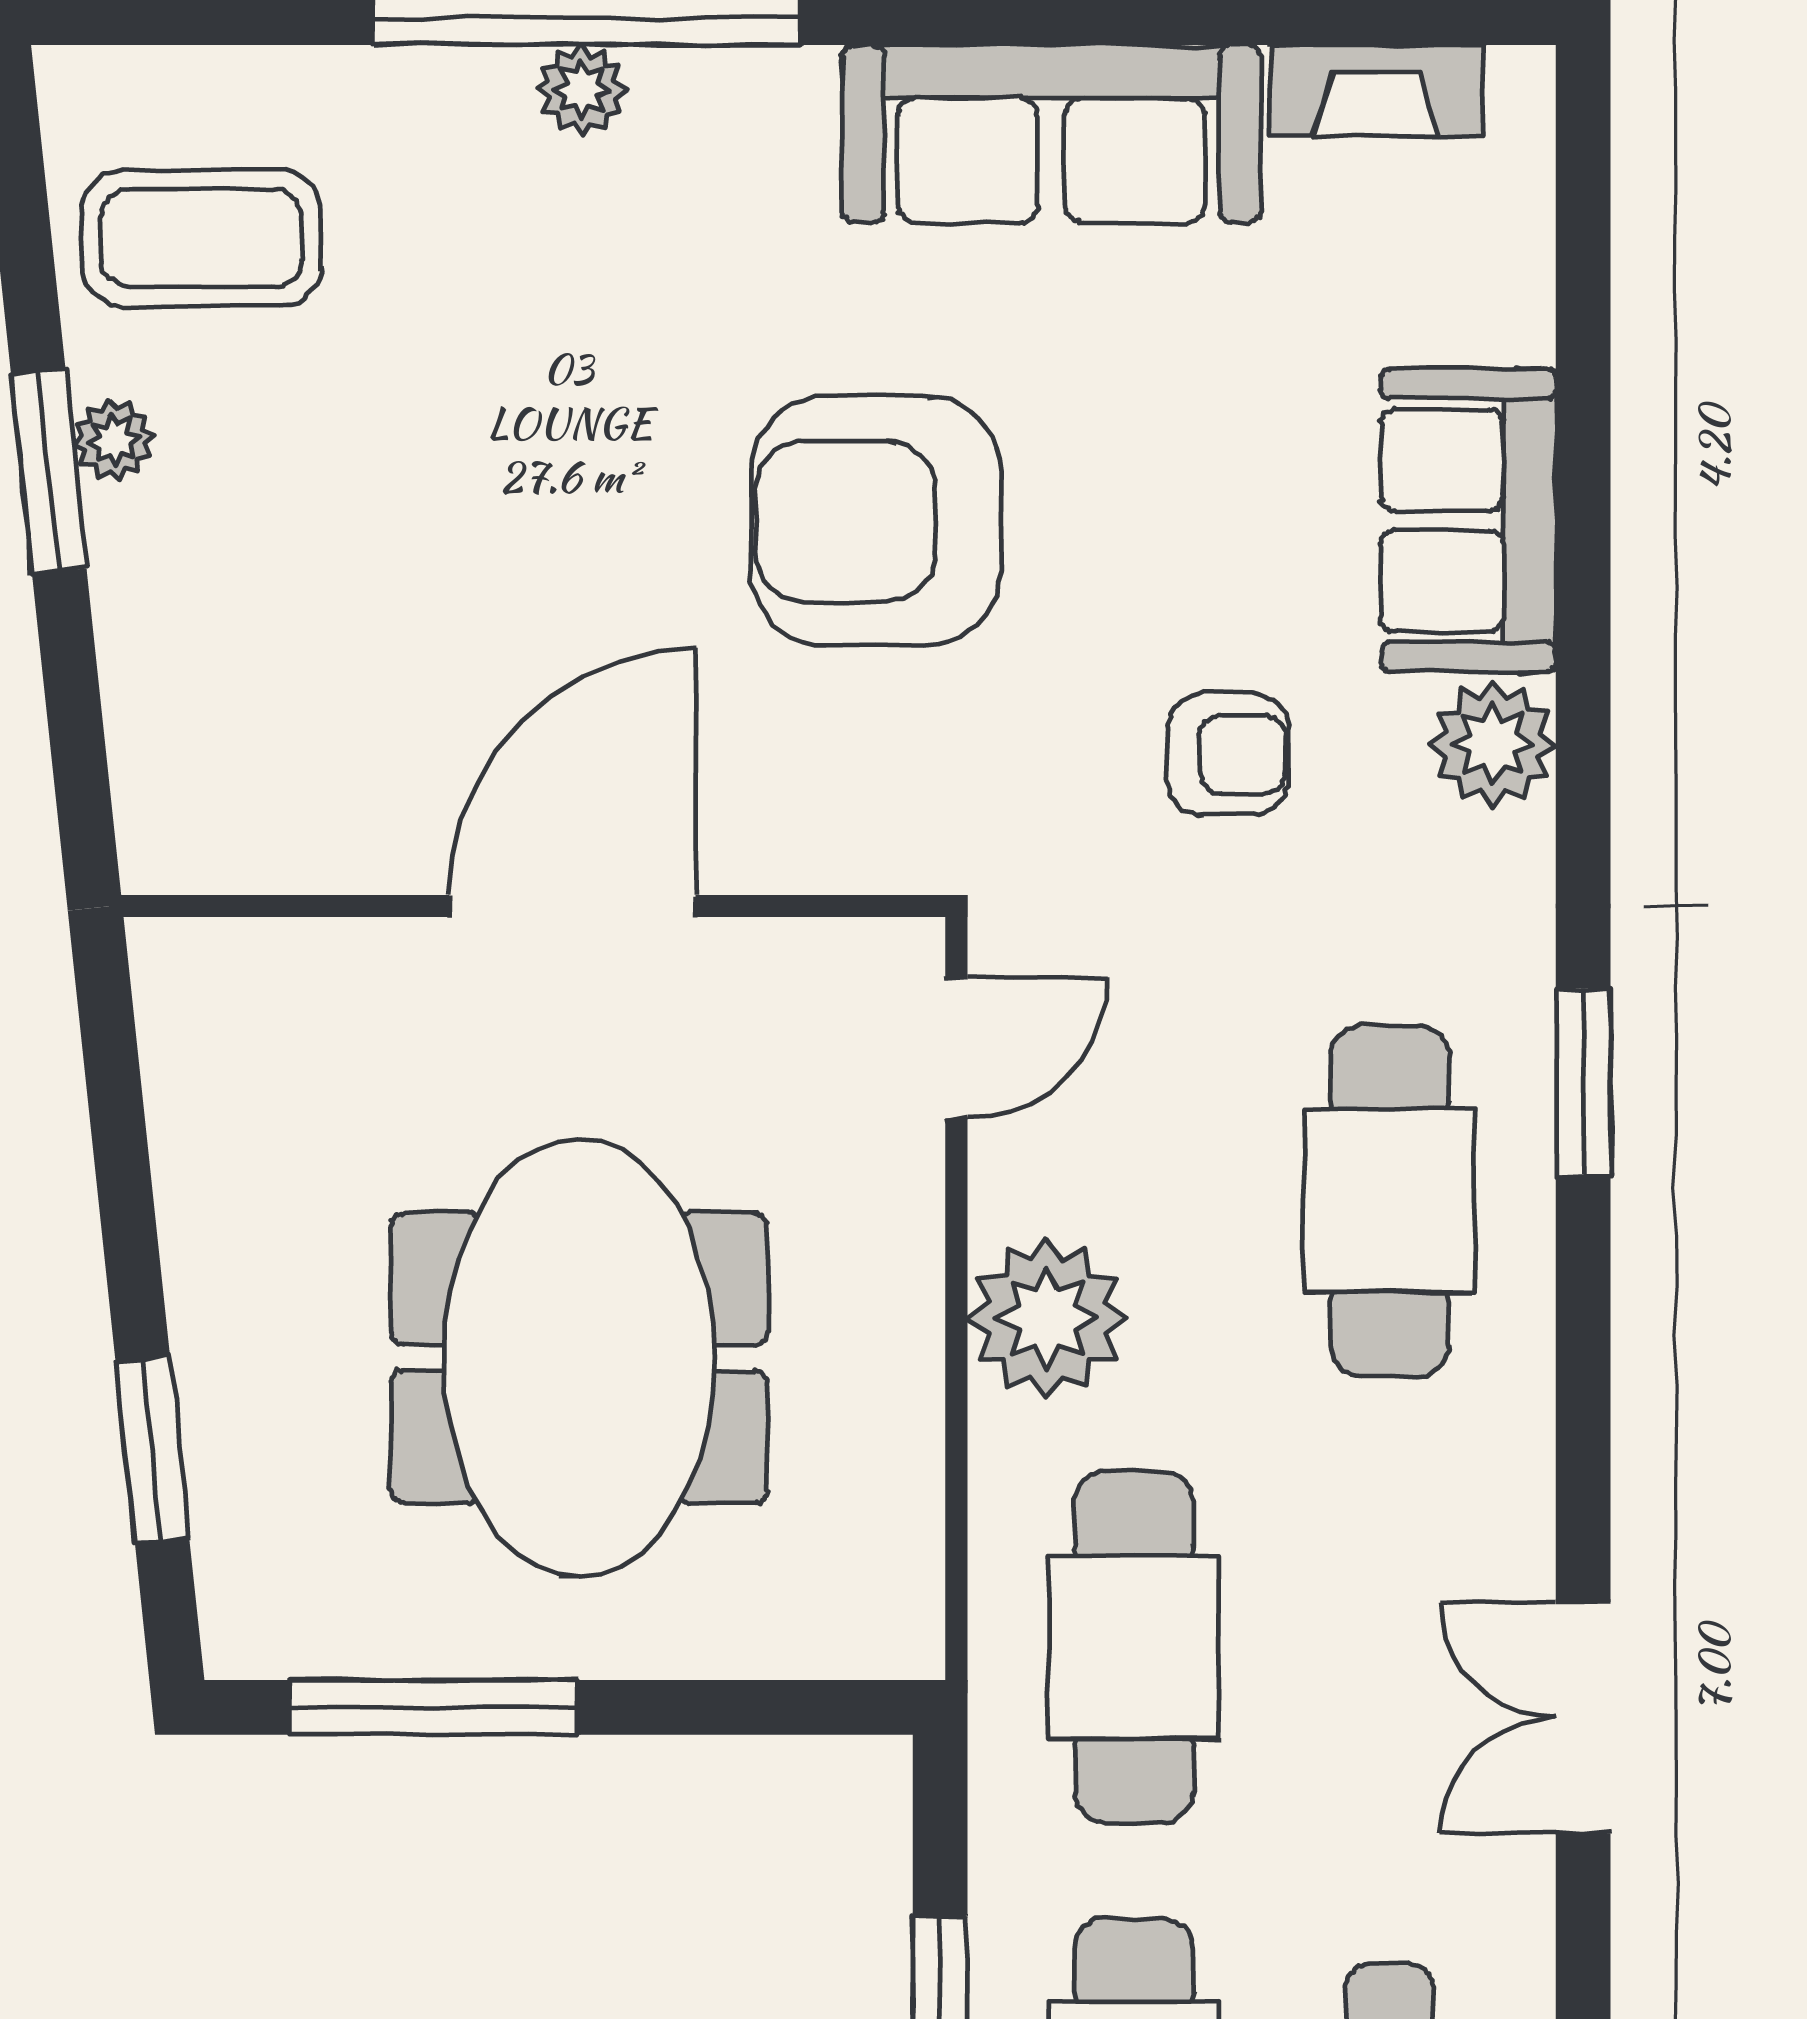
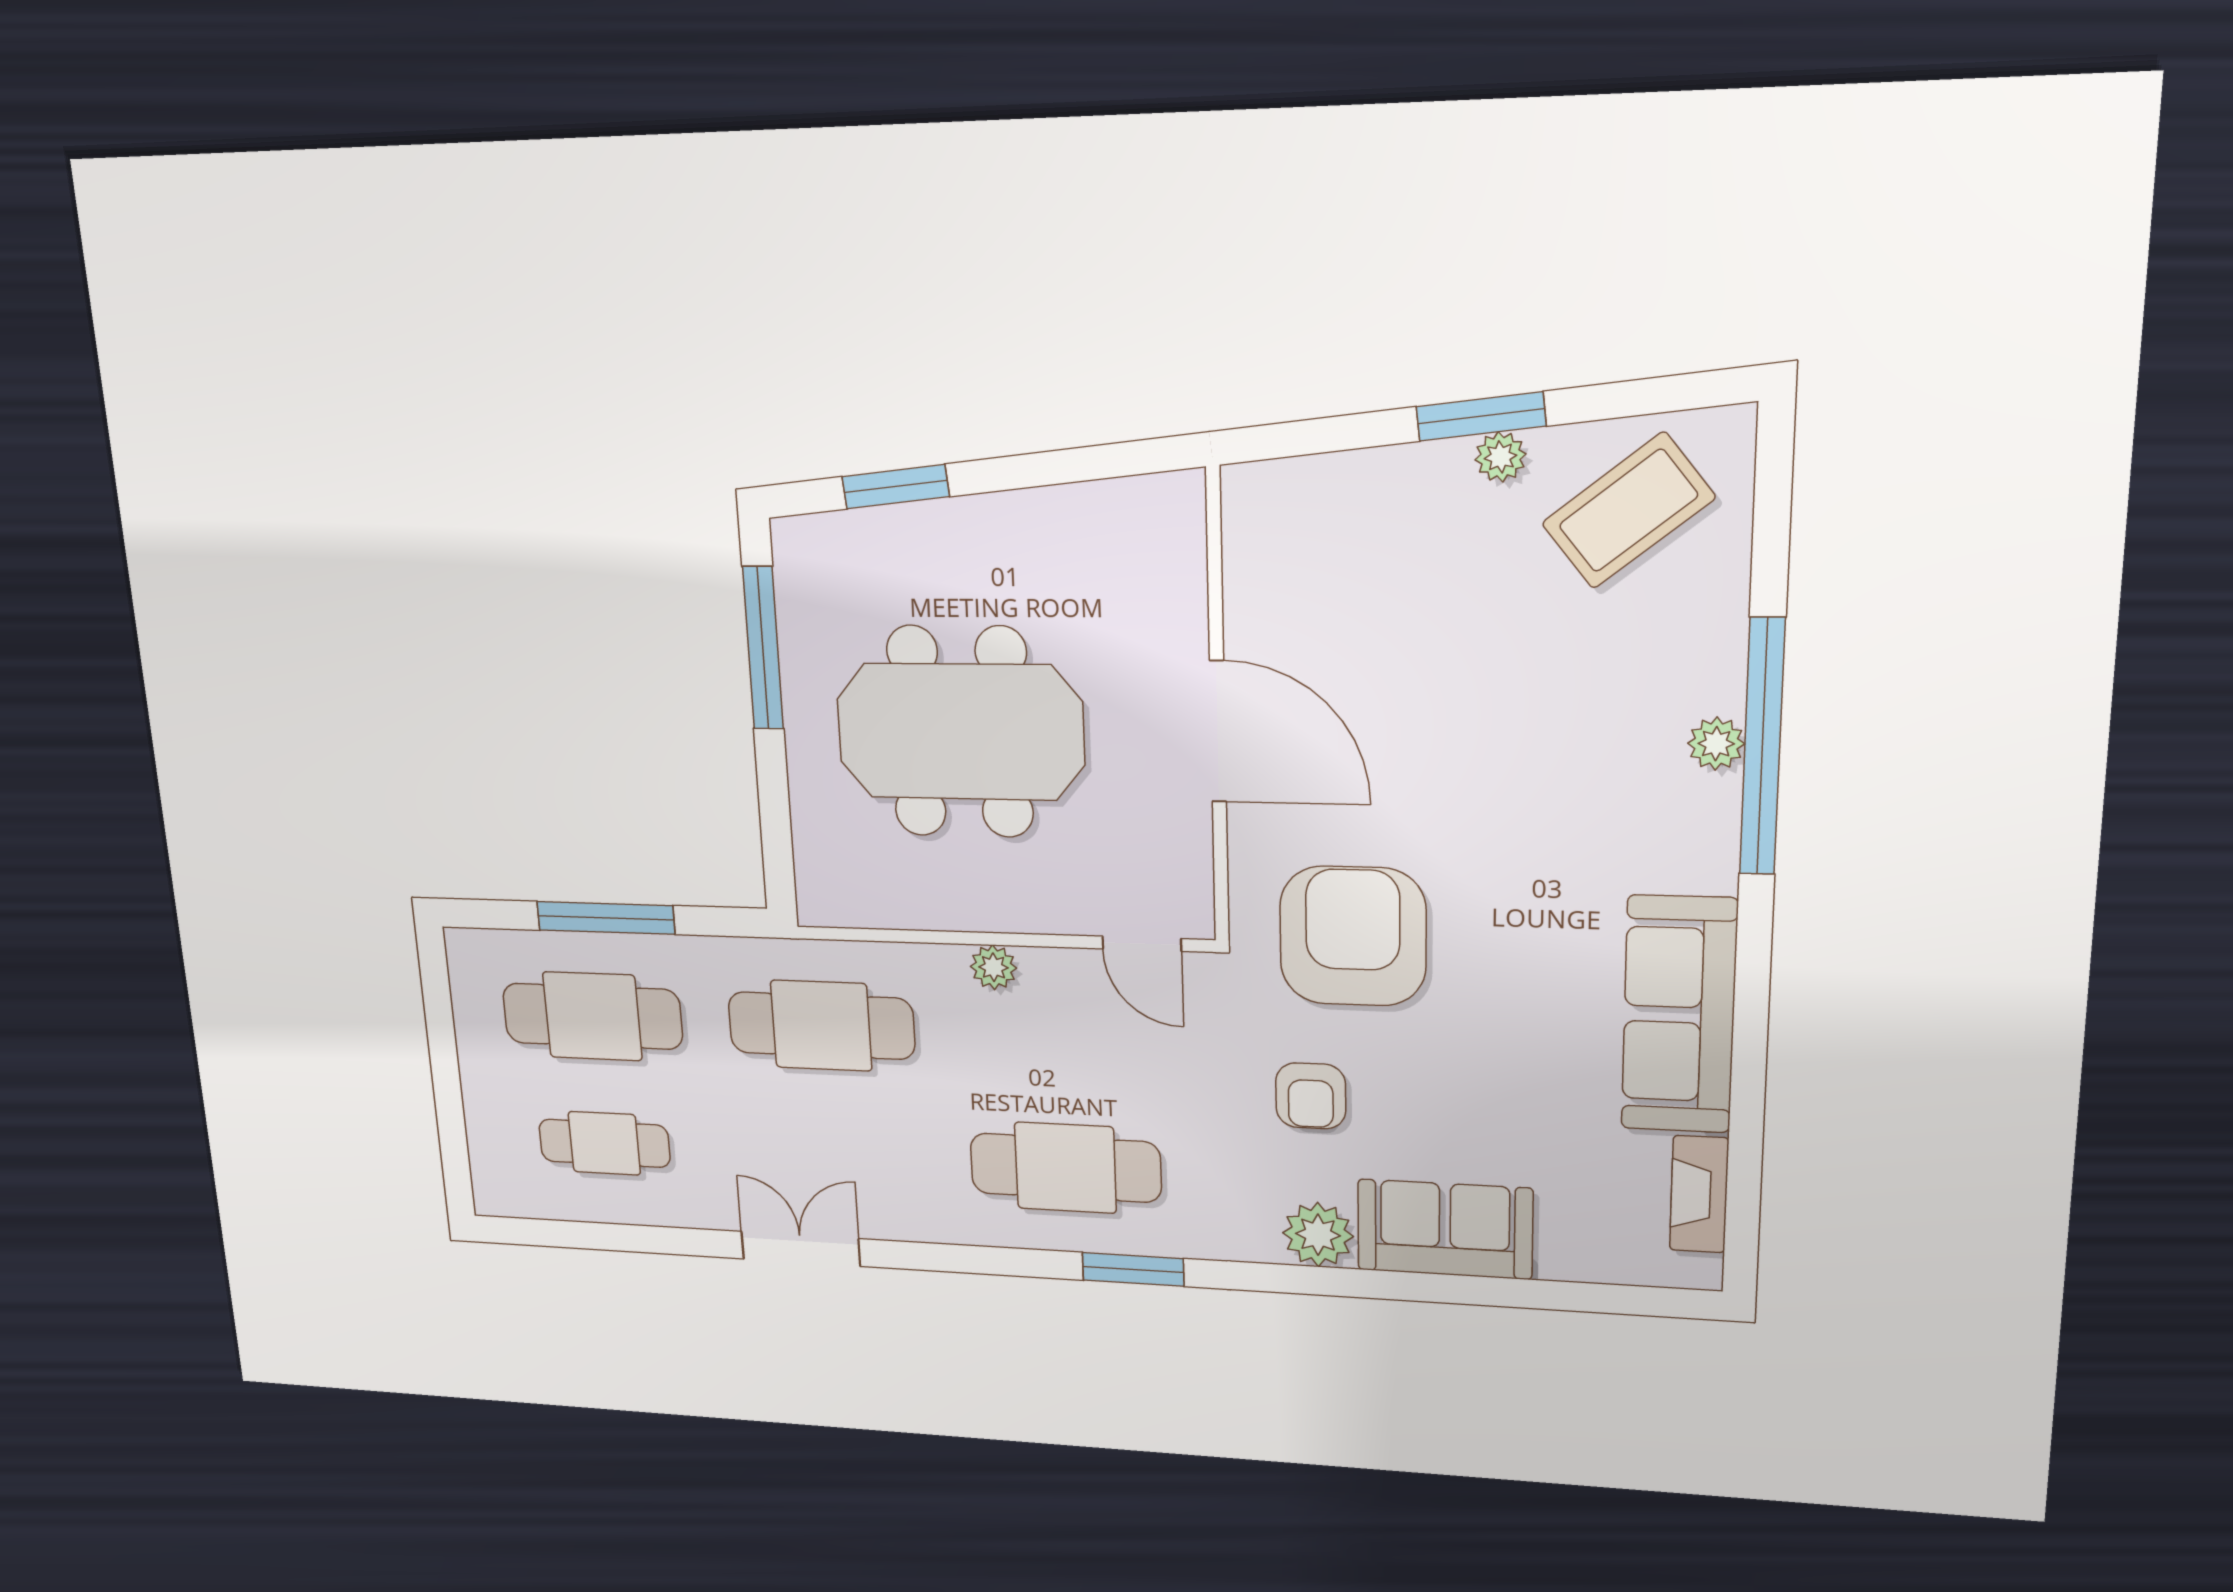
coffee table: (201, 238) -> (1628, 511), turned 52
armchair: (876, 521) -> (1353, 936), moved
plant: (1047, 1318) -> (993, 967), width x0.53, depth x0.53

